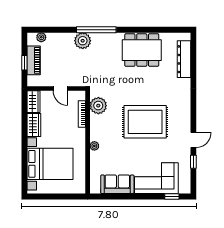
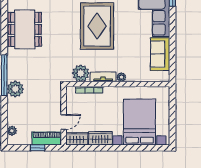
piano: (34, 60) -> (47, 138), moved
door: (60, 89) -> (64, 122), moved
tv unit: (95, 128) -> (103, 77), added

